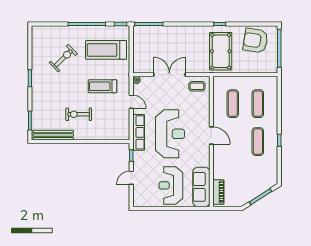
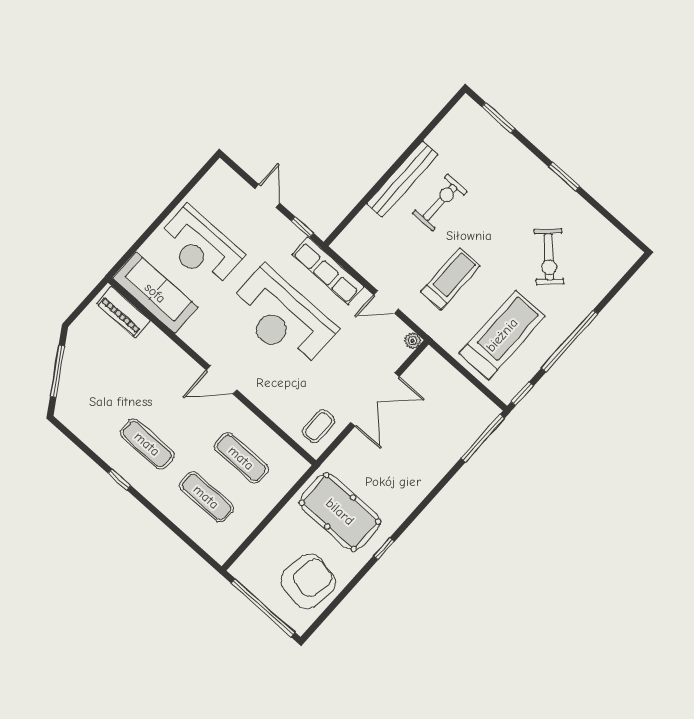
bench: (53, 135) -> (402, 179), moved
reception desk: (171, 185) -> (200, 247), turned 180

